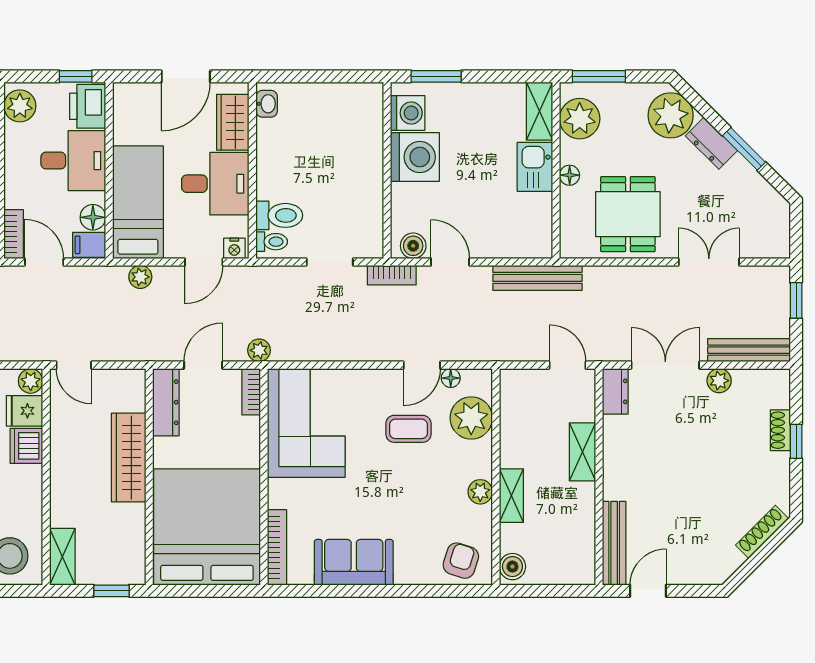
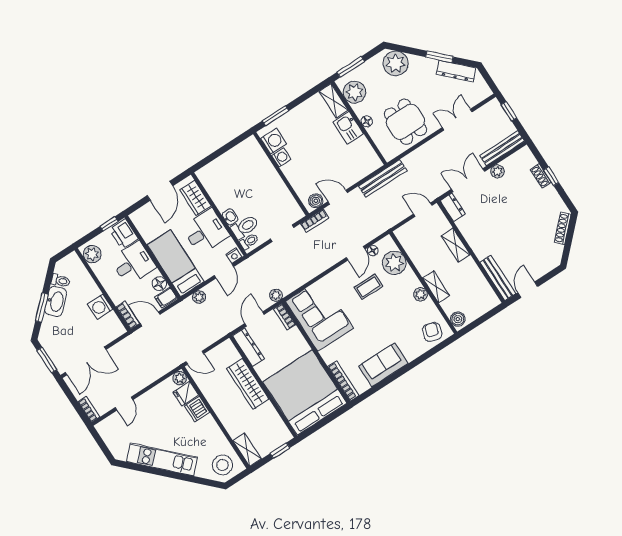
washbasin: (267, 104) -> (230, 217), moved
dresser: (711, 143) -> (456, 71), moved, width x1.44
washing machine: (415, 157) -> (281, 157), width x0.53, depth x0.53

